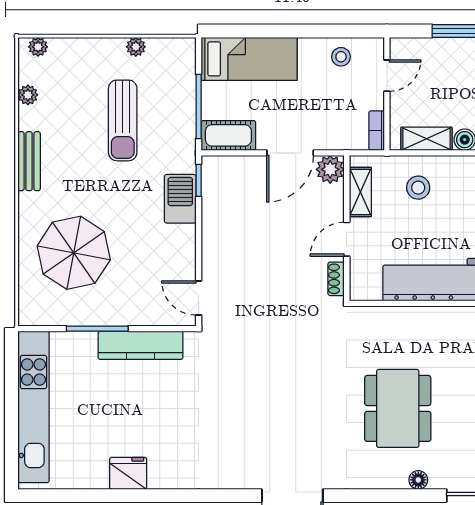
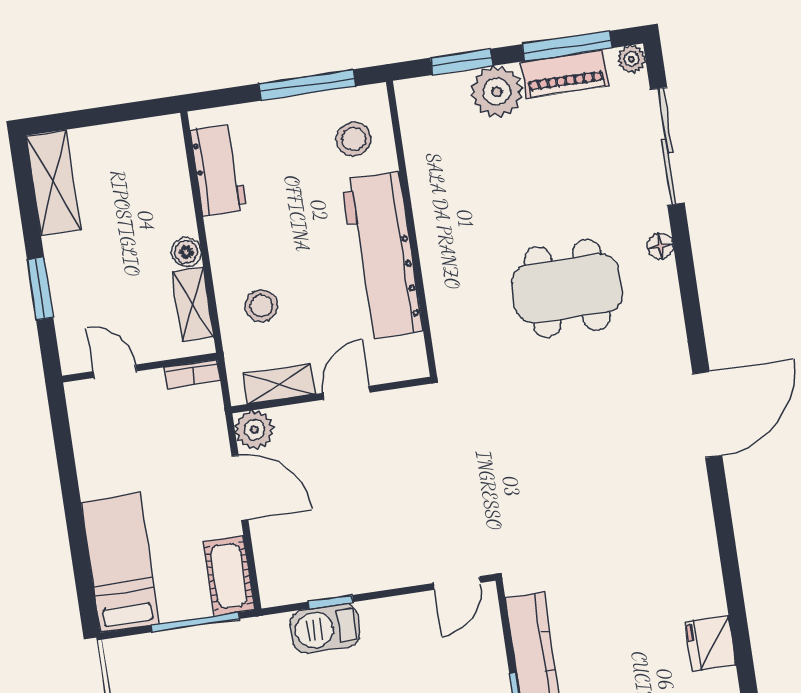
stool: (341, 57) -> (98, 438), removed
window: (199, 180) -> (331, 602), moved
door: (347, 239) -> (346, 393), swing flipped
shoe rack: (336, 279) -> (403, 399), removed

